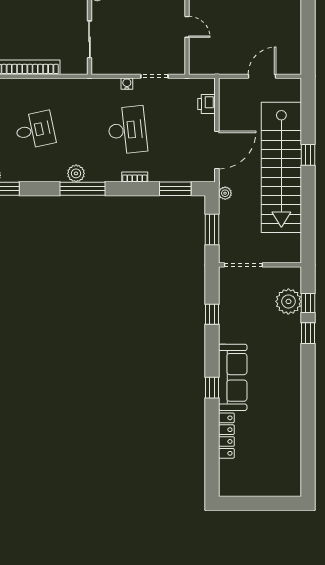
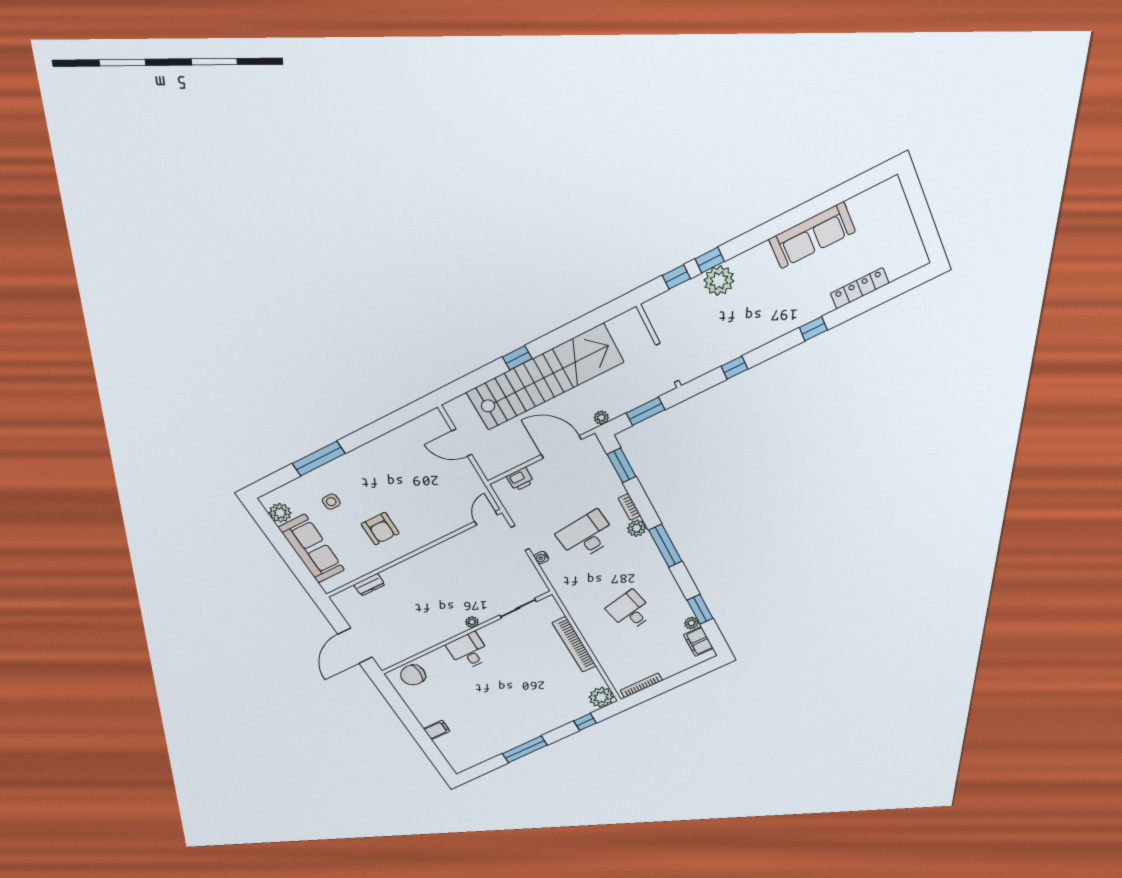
door: (187, 27) -> (486, 518), moved
plant: (76, 173) -> (637, 528), moved
plant: (288, 301) -> (719, 281), moved
sofa: (233, 377) -> (812, 235), moved, turned 180

